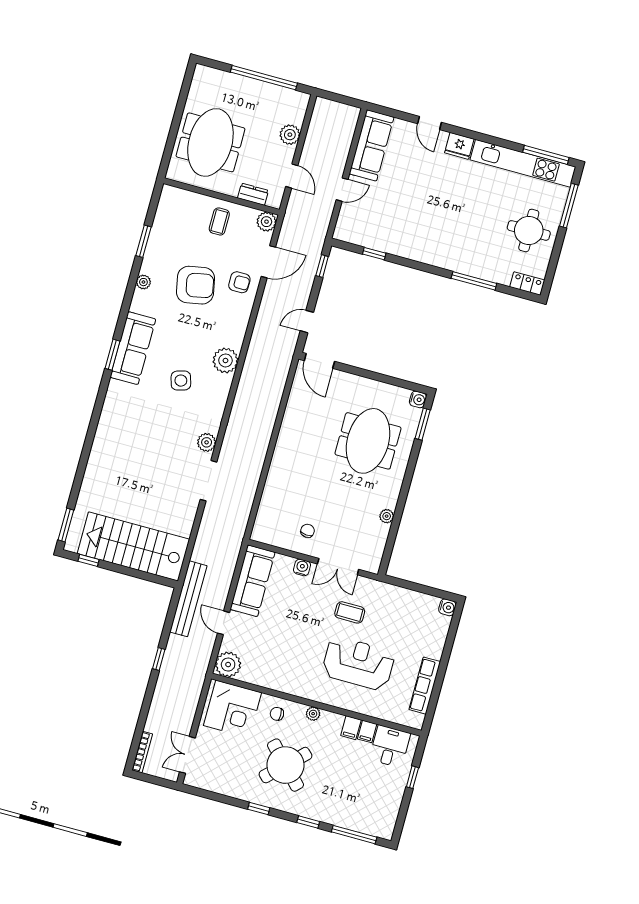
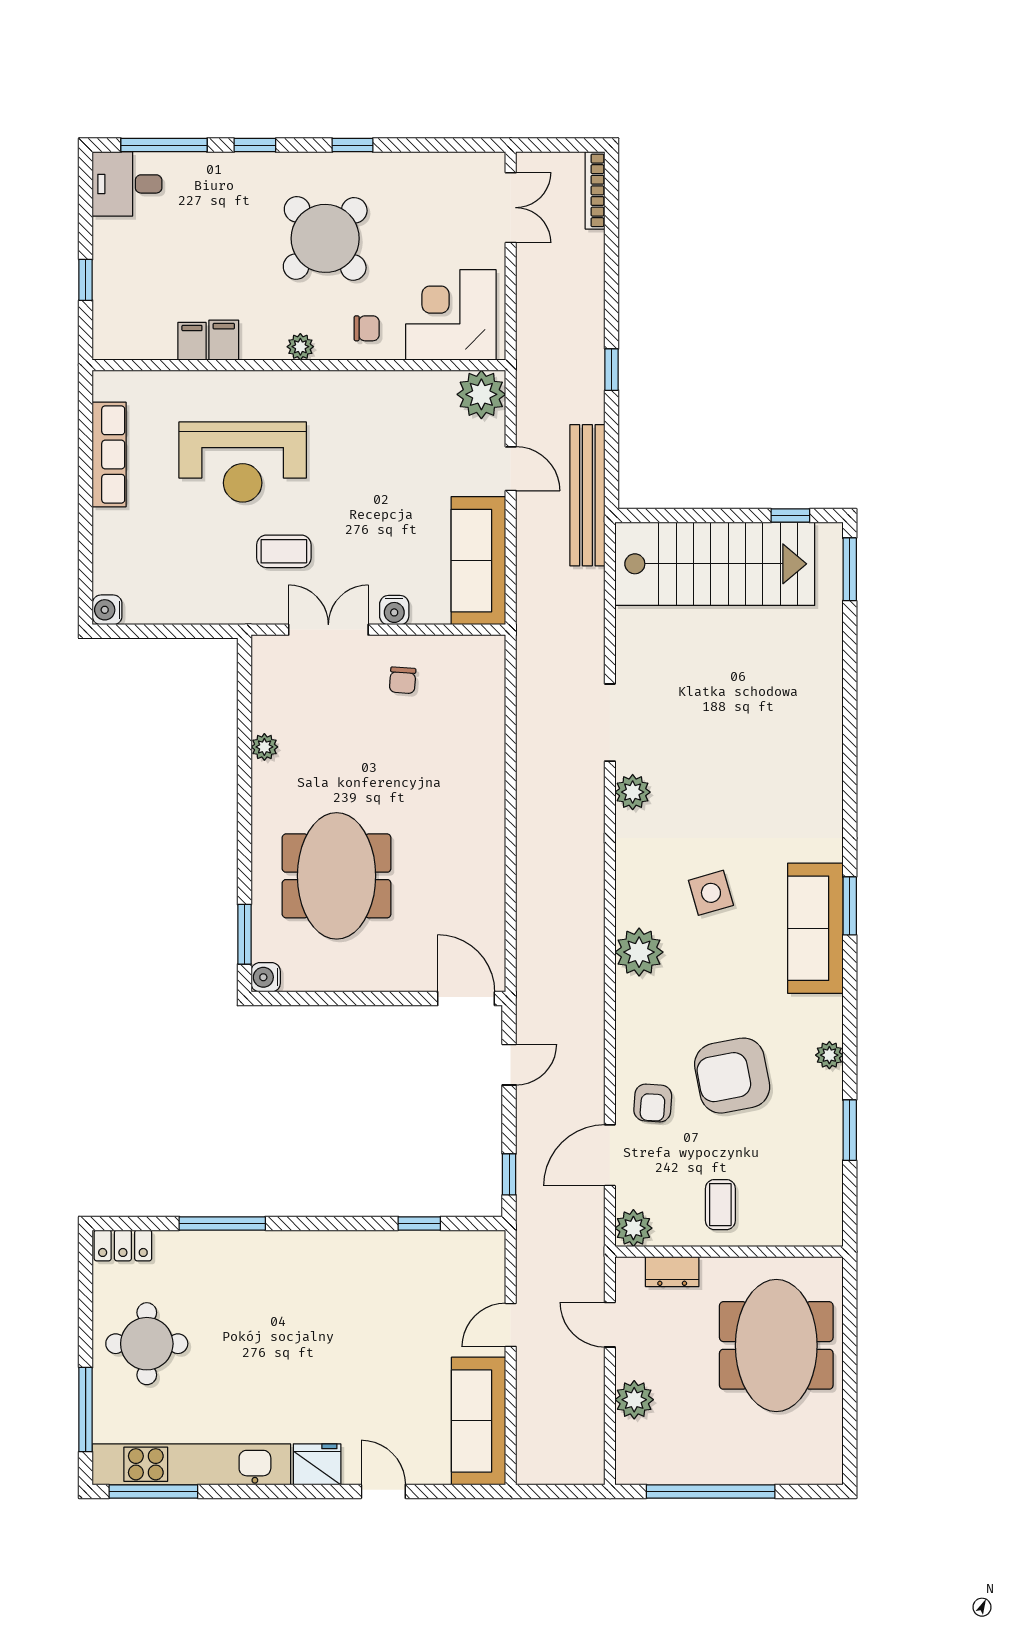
armchair: (239, 282) -> (653, 1103), turned -86
desk: (390, 746) -> (127, 184), moved, turned 90

